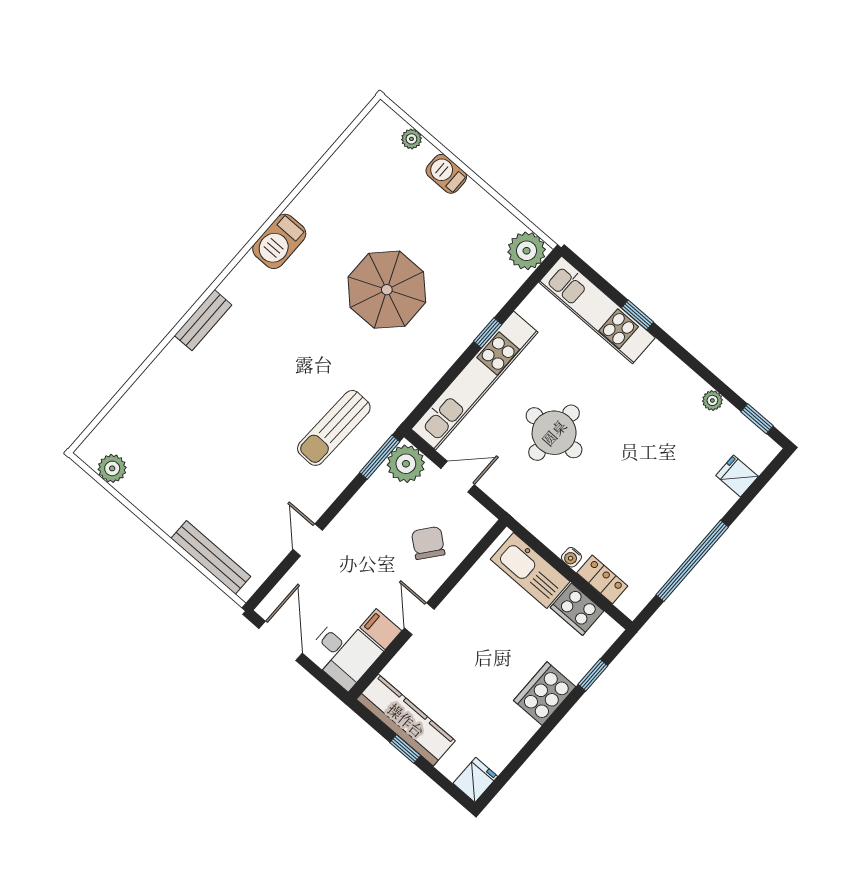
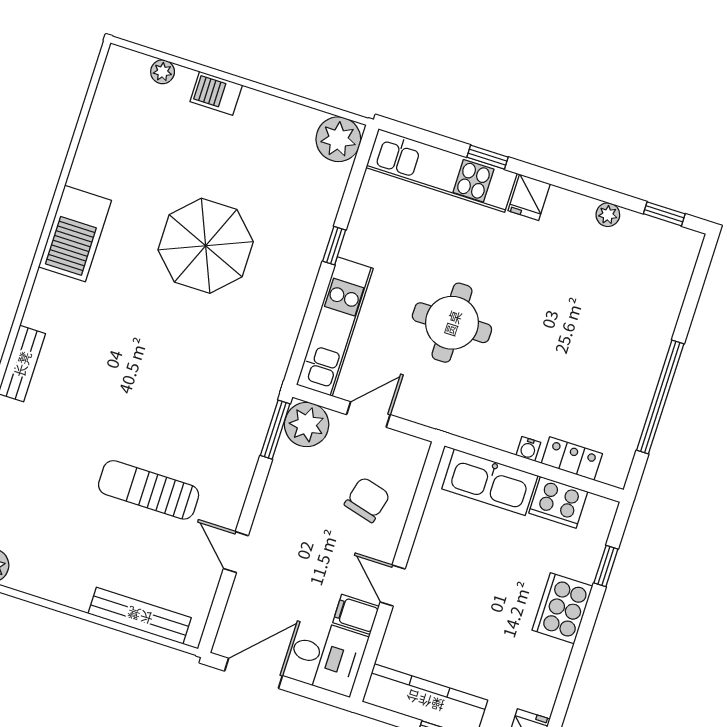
barbecue: (279, 241) -> (75, 234), width x1.37, depth x1.21
kitchen unit: (475, 381) -> (335, 327), width x0.73
sun lounger: (334, 428) -> (149, 490), moved, turned 88
fridge: (737, 476) -> (529, 197), moved, turned -90
chair: (428, 543) -> (367, 500), turned 66
door: (281, 641) -> (253, 673), hinge flipped

